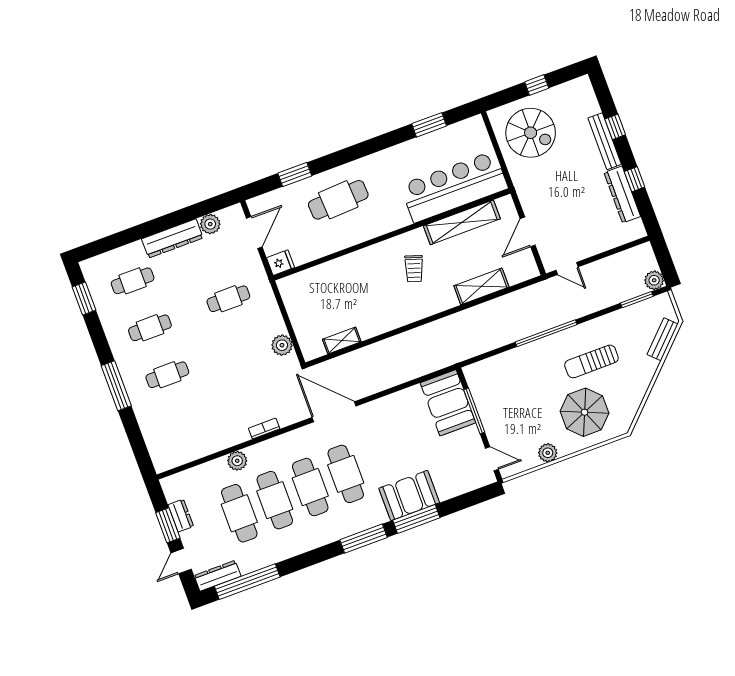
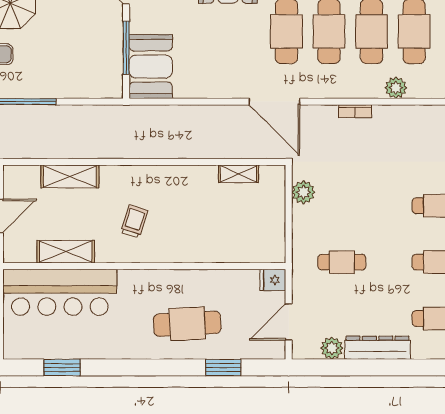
shelving: (462, 222) -> (66, 252), width x0.68

